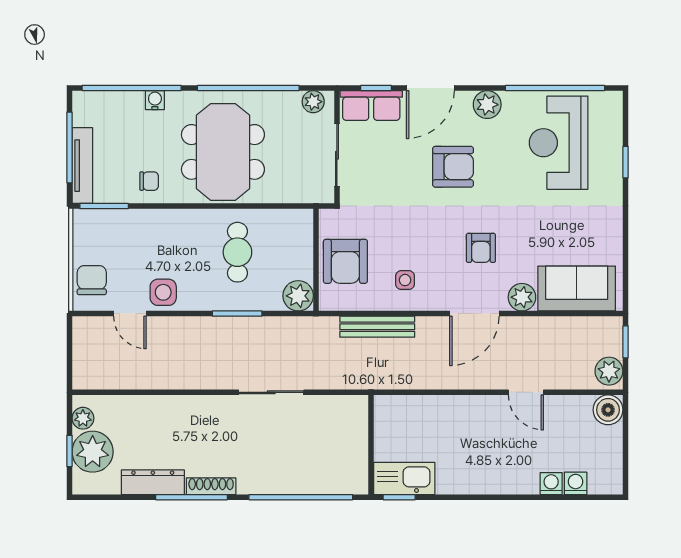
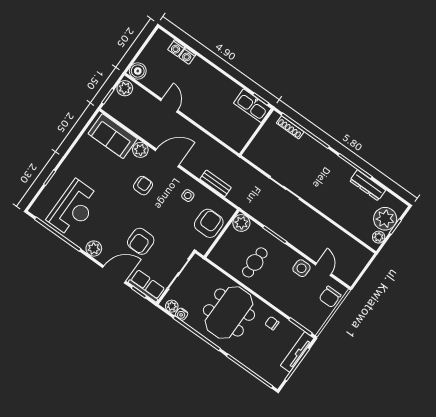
water cooler: (155, 100) -> (182, 314), moved
armchair: (453, 167) -> (141, 241), moved, turned -90
bench: (377, 327) -> (216, 183), width x0.73
shoe rack: (211, 486) -> (290, 127), moved

